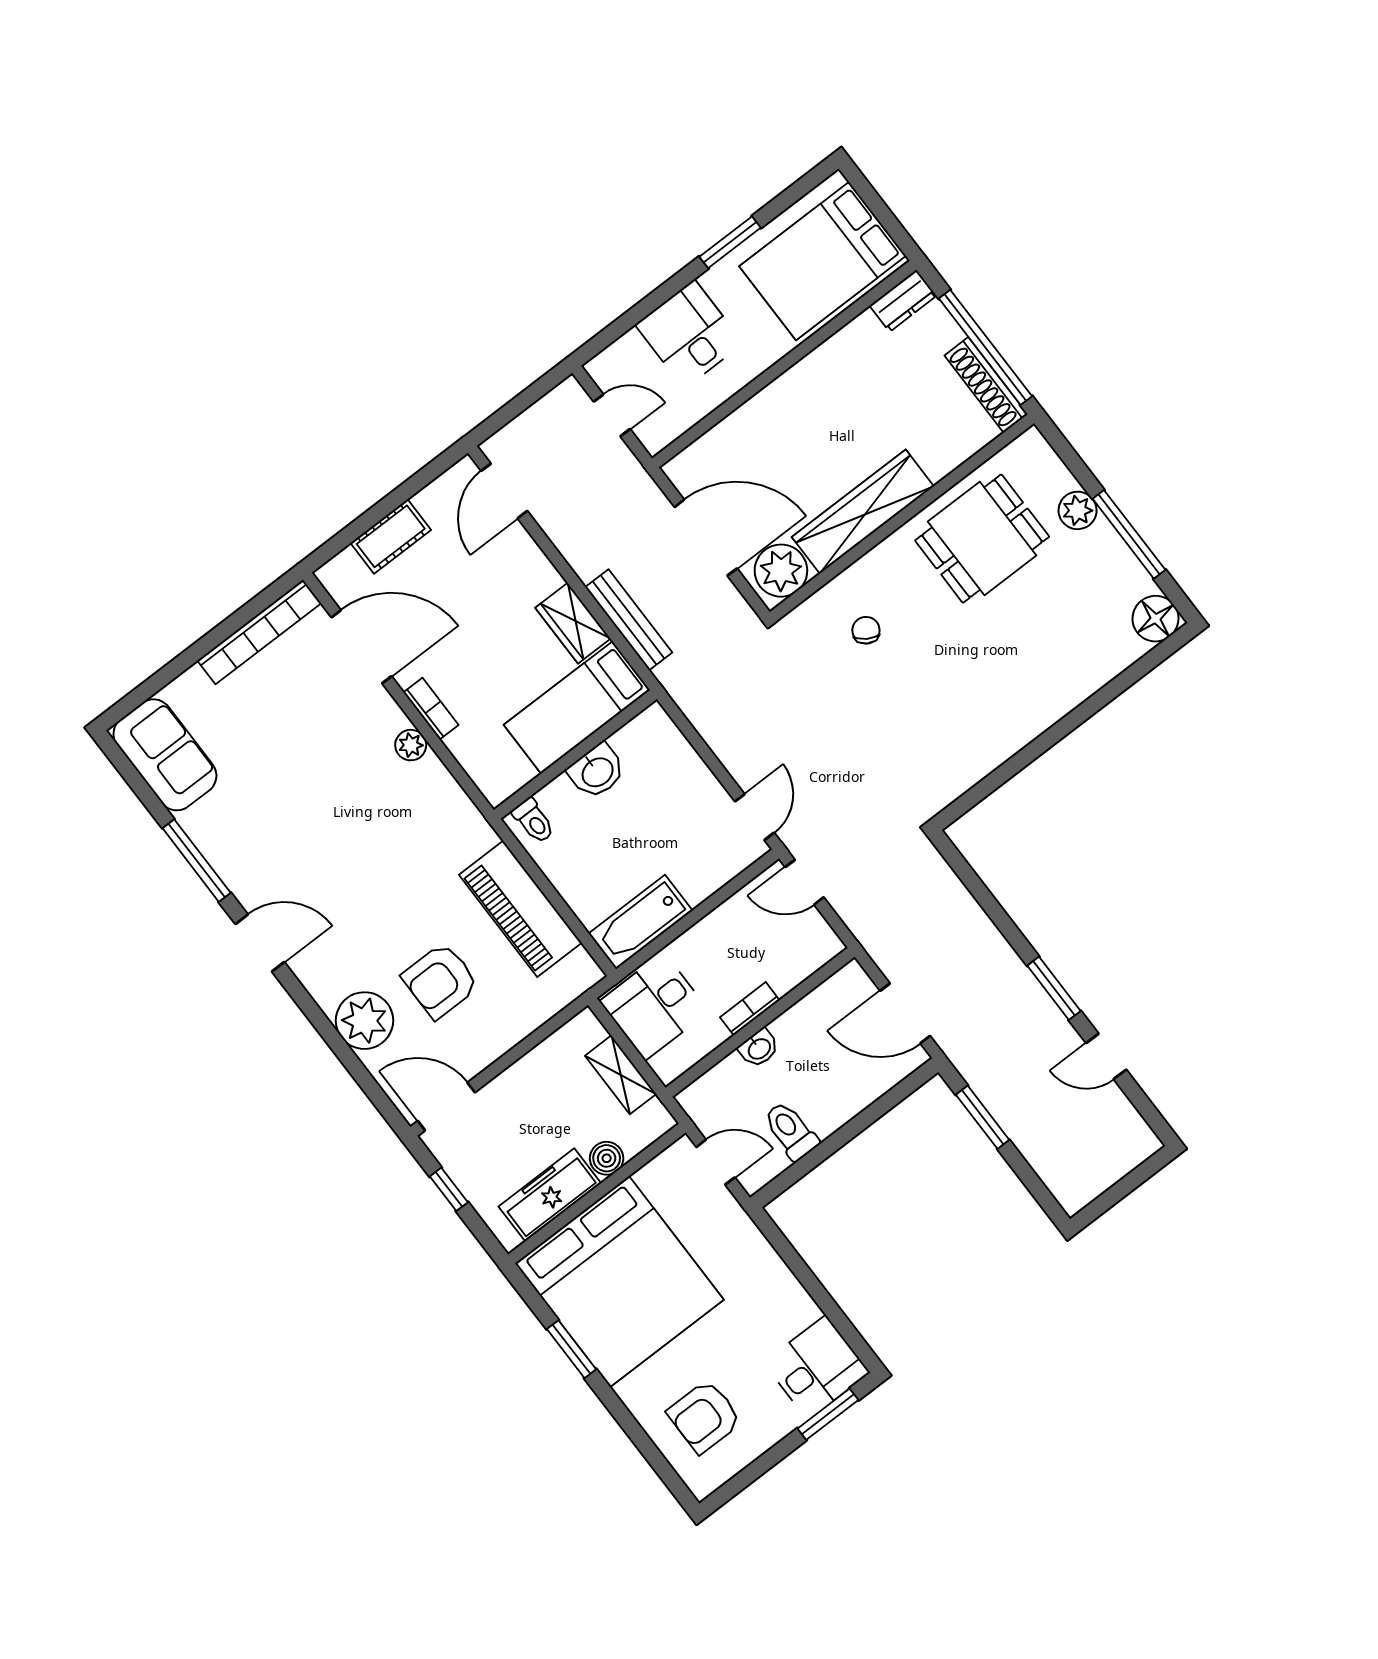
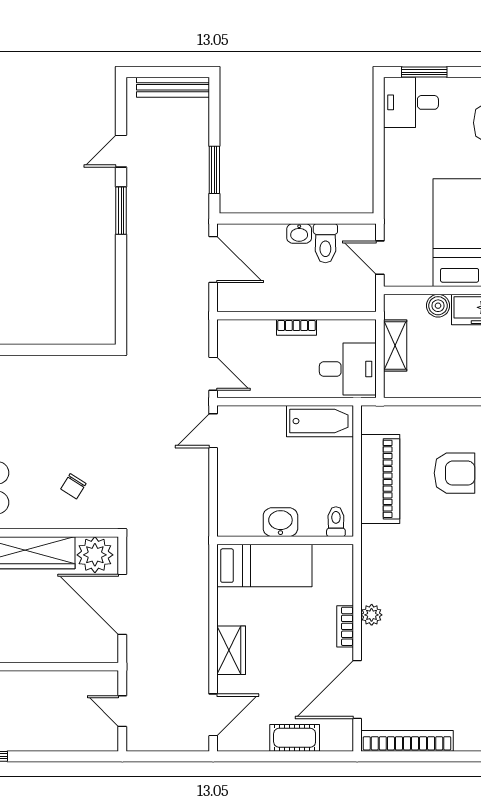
desk: (689, 334) -> (46, 723), removed
bench: (629, 620) -> (173, 87), moved, turned 90
wardrobe: (573, 623) -> (231, 650), moved
door: (362, 647) -> (357, 690), hinge flipped
washbasin: (759, 1048) -> (299, 233), moved, turned 180
door: (1106, 1056) -> (121, 151), swing flipped

